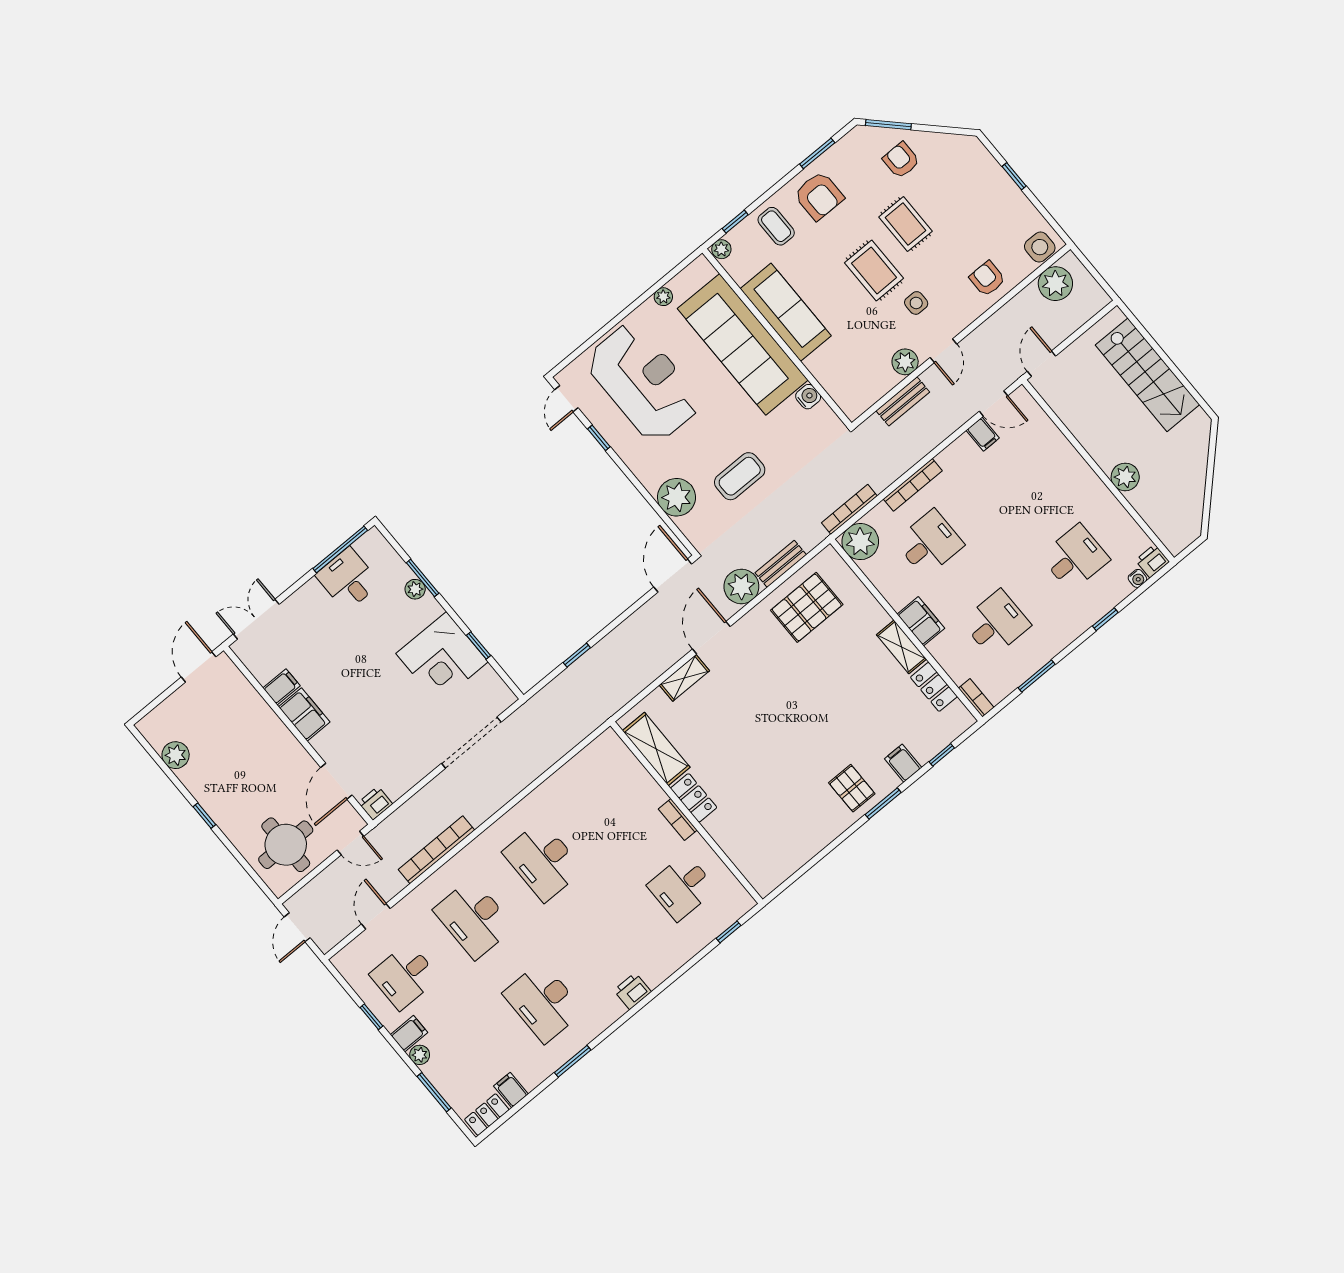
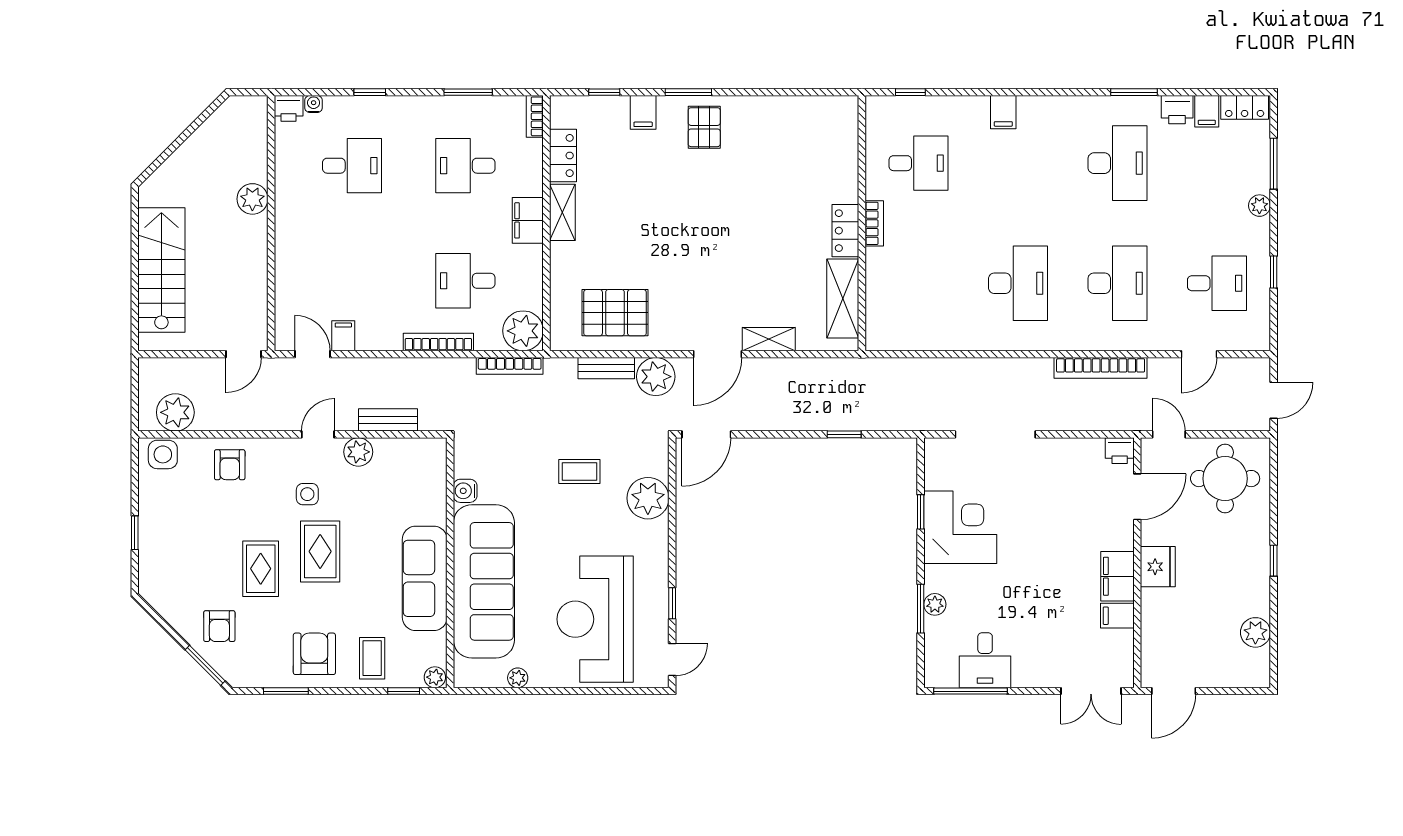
coffee table: (740, 476) -> (579, 471), width x0.73, depth x0.77
desk: (1075, 558) -> (352, 166), turned 180
fridge: (282, 744) -> (1158, 567), added
printer: (632, 991) -> (1177, 110), moved
filing cabinet: (409, 1034) -> (1003, 112), moved, turned -90

